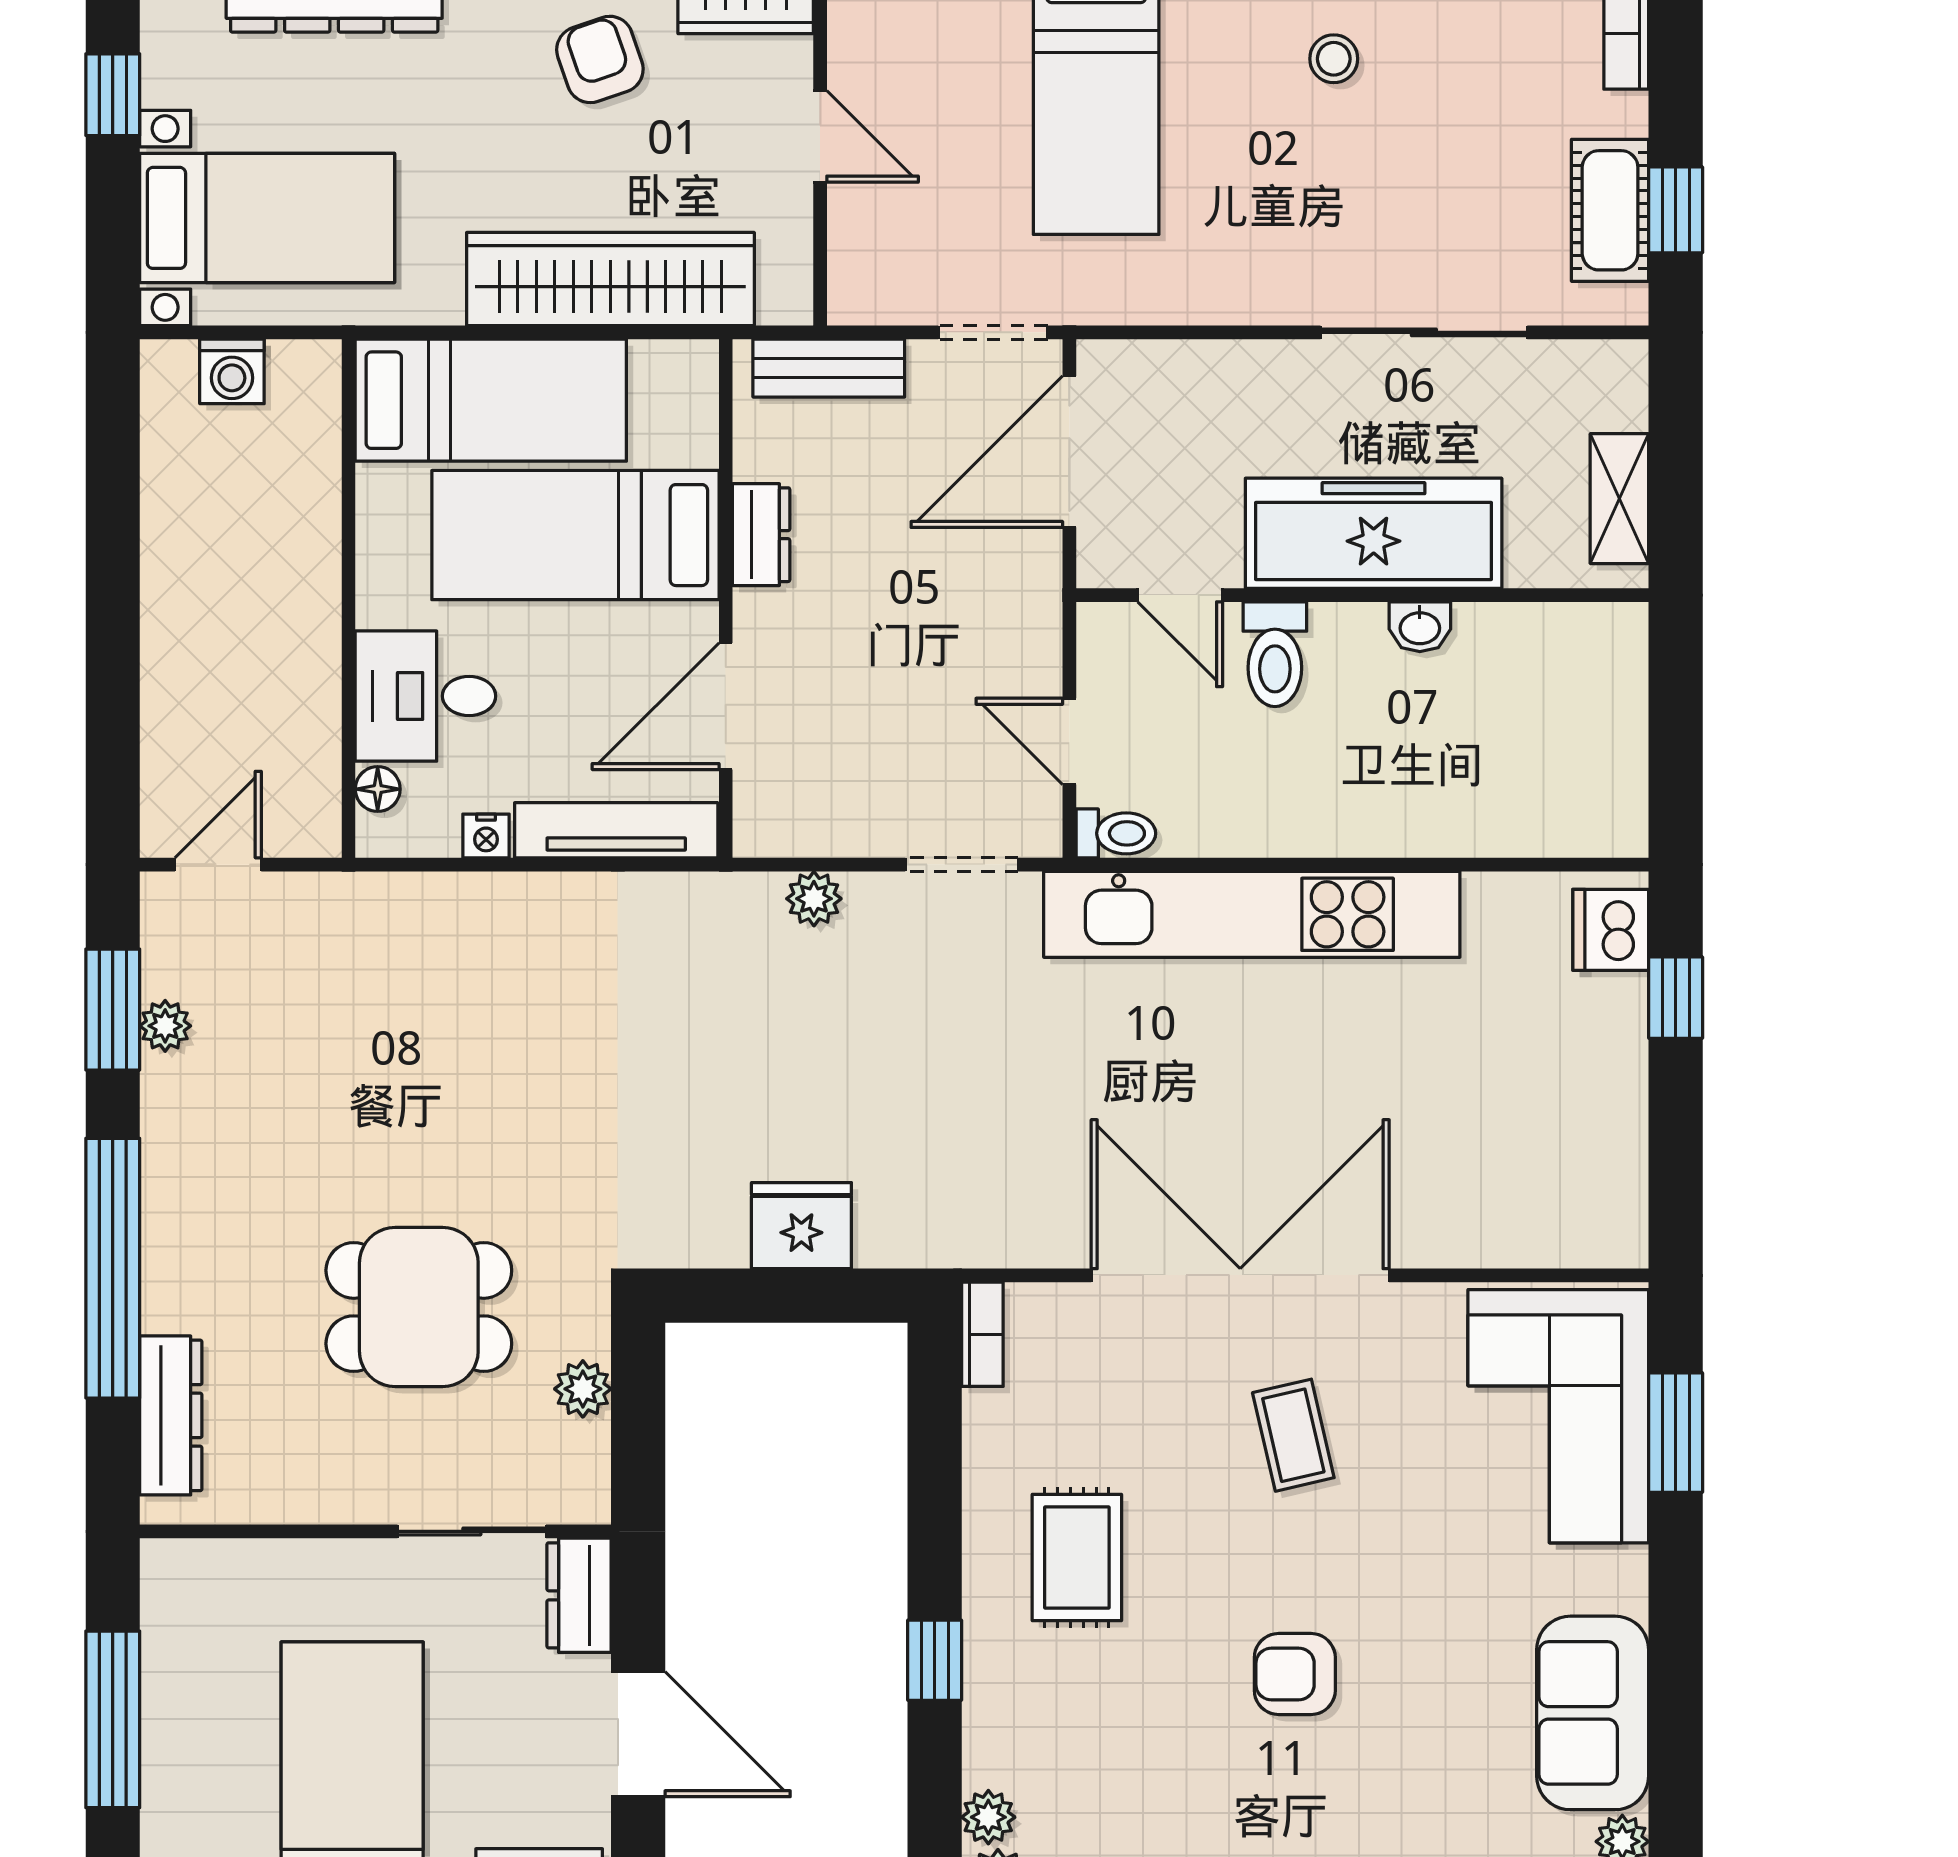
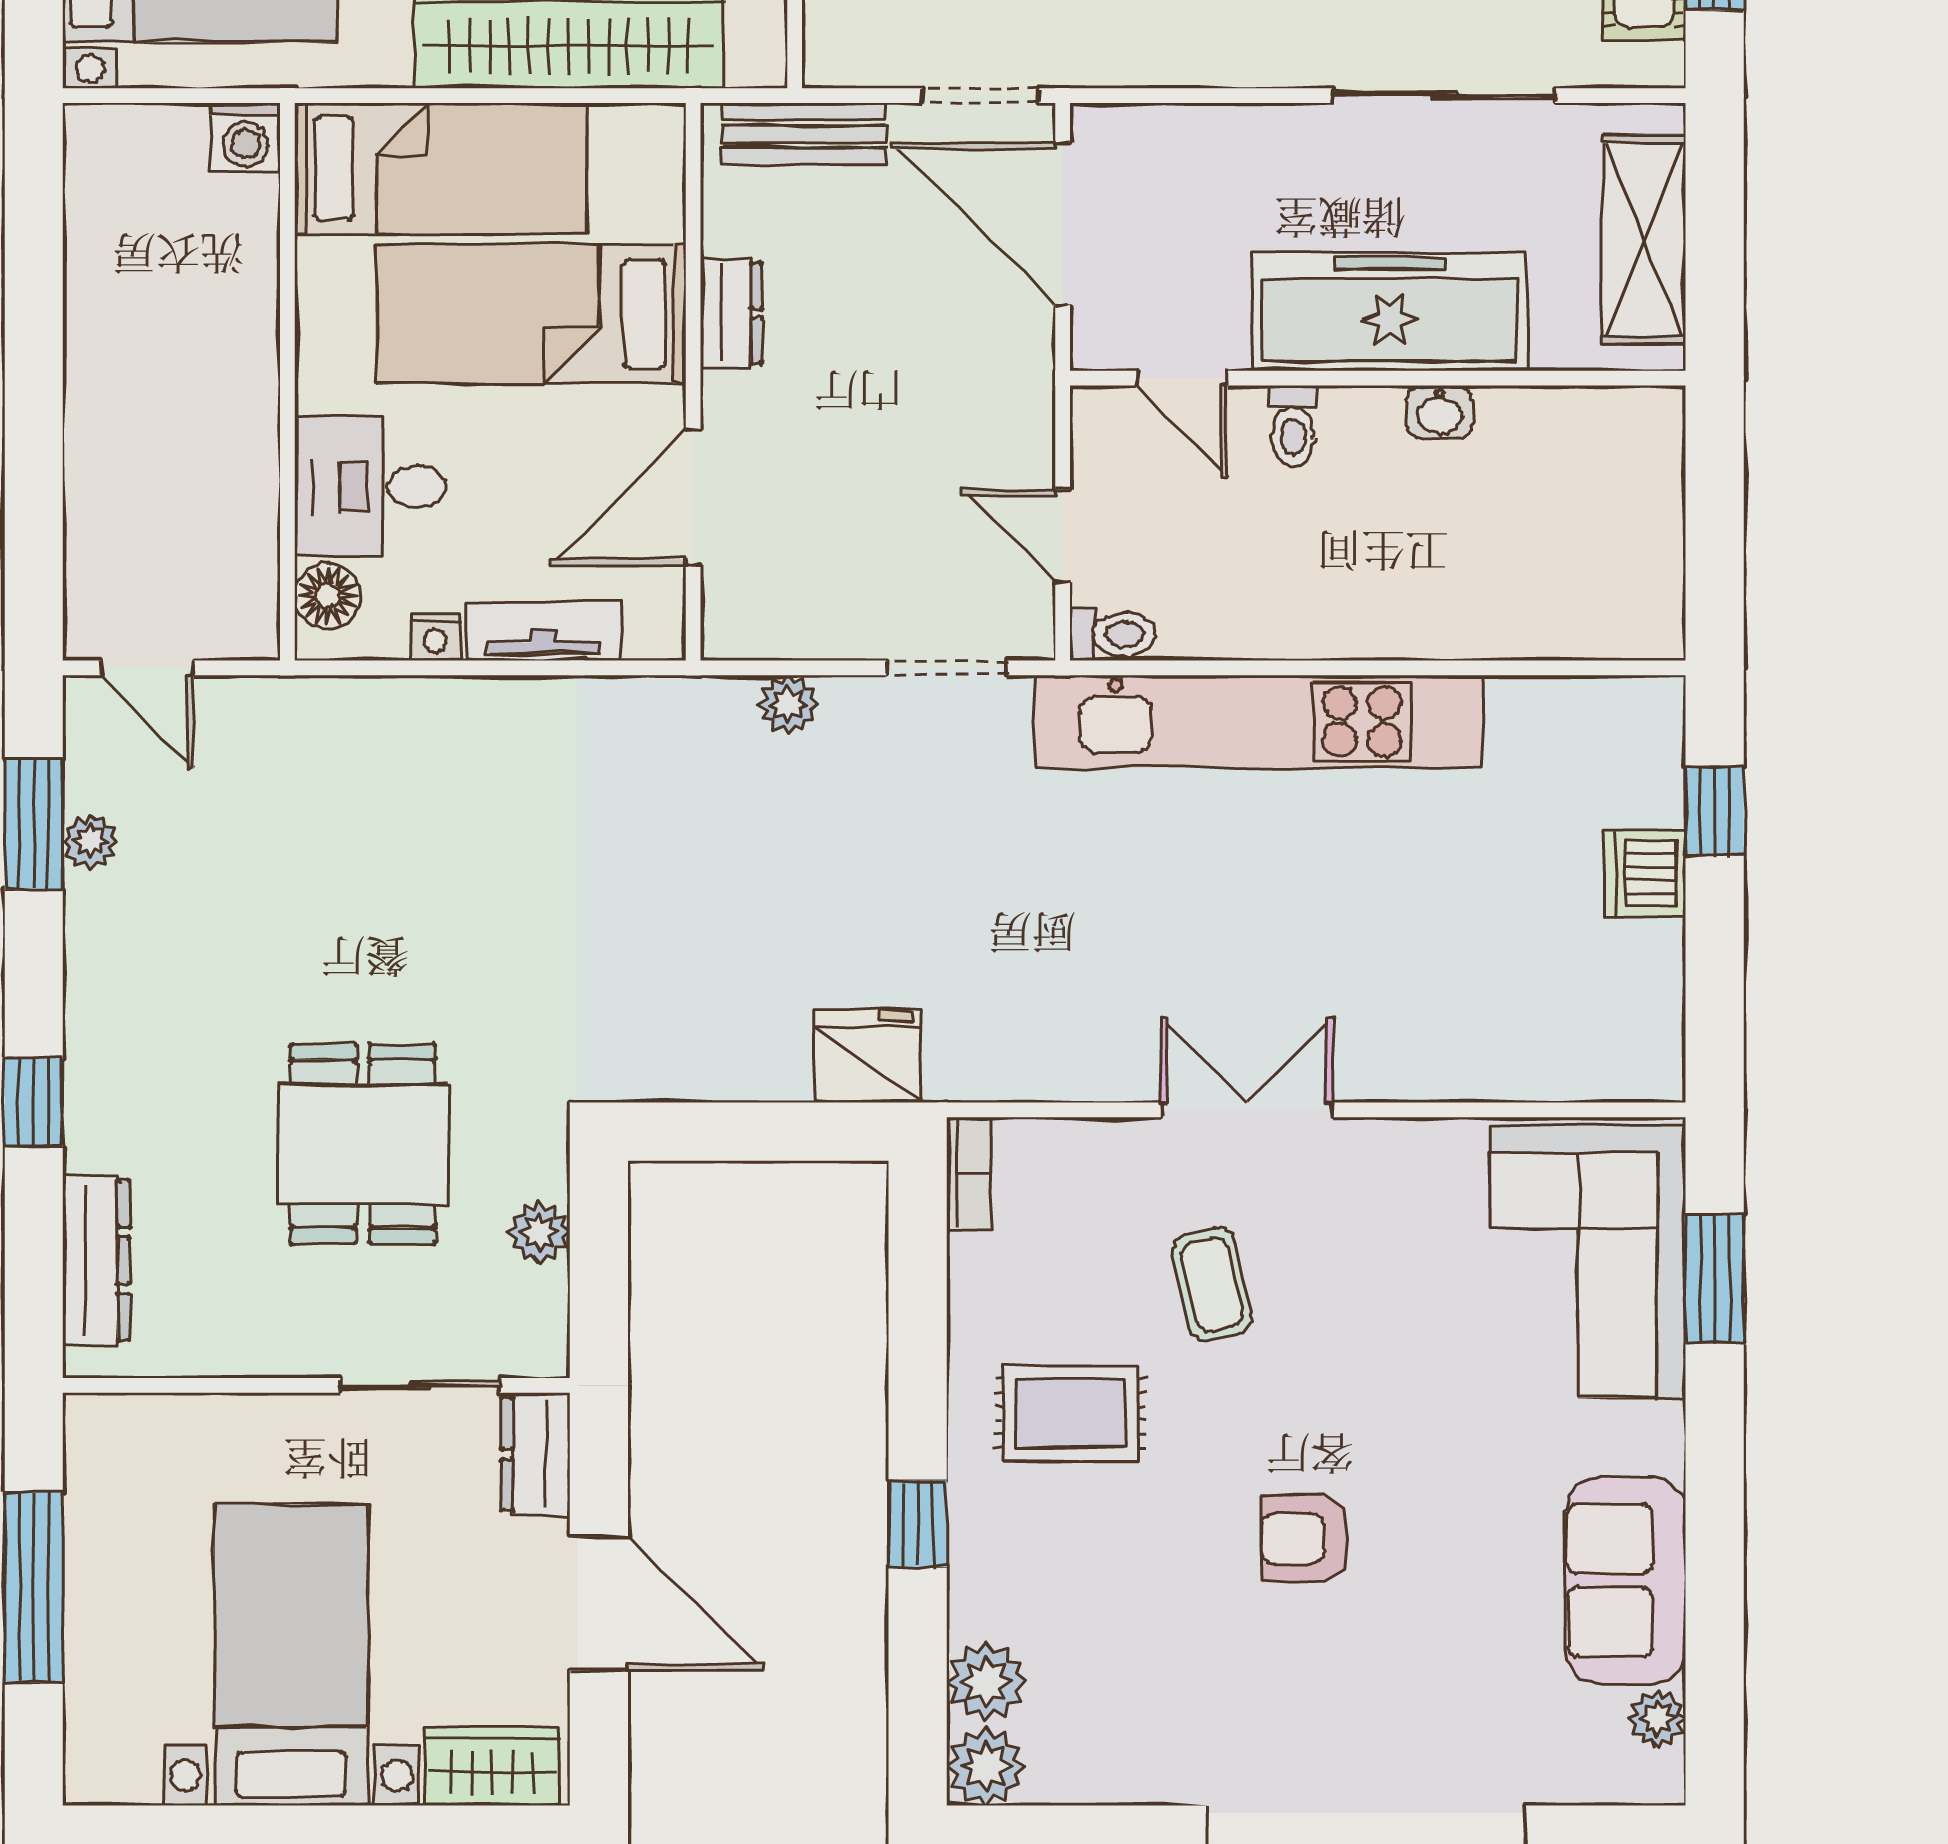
washing machine: (232, 371) -> (245, 138), moved
door: (1069, 452) -> (1063, 224), hinge flipped
shelving: (1619, 499) -> (1644, 239), width x1.50, depth x1.33
toilet: (1275, 654) -> (1293, 426), width x0.73, depth x0.72
floor lamp: (378, 789) -> (328, 596), width x1.37, depth x1.37
tv unit: (616, 830) -> (544, 631), width x0.71
door: (218, 865) -> (147, 668), swing flipped
dishwasher: (1611, 930) -> (1645, 873), moved
fridge: (801, 1226) -> (868, 1056), moved
window: (113, 1268) -> (34, 1102), width x0.32
double door: (1240, 1275) -> (1246, 1110), width x0.54
dining table: (419, 1307) -> (363, 1144), turned 90
coffee table: (1293, 1435) -> (1212, 1284), moved
rug: (1077, 1558) -> (1071, 1413), turned 90
plant: (988, 1817) -> (986, 1682), width x1.38, depth x1.38

